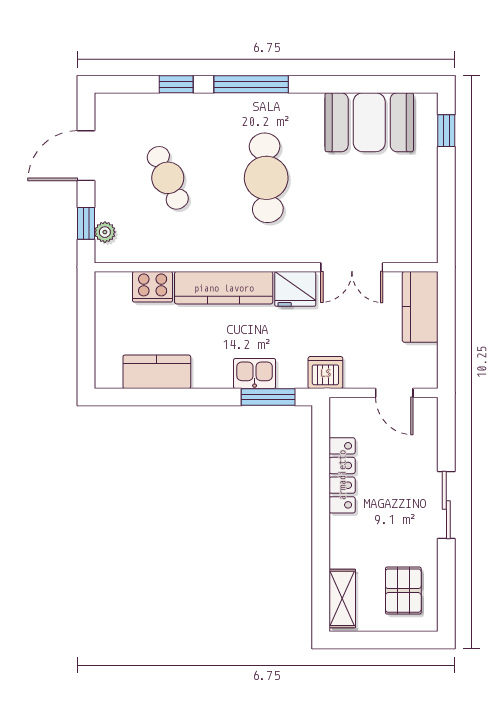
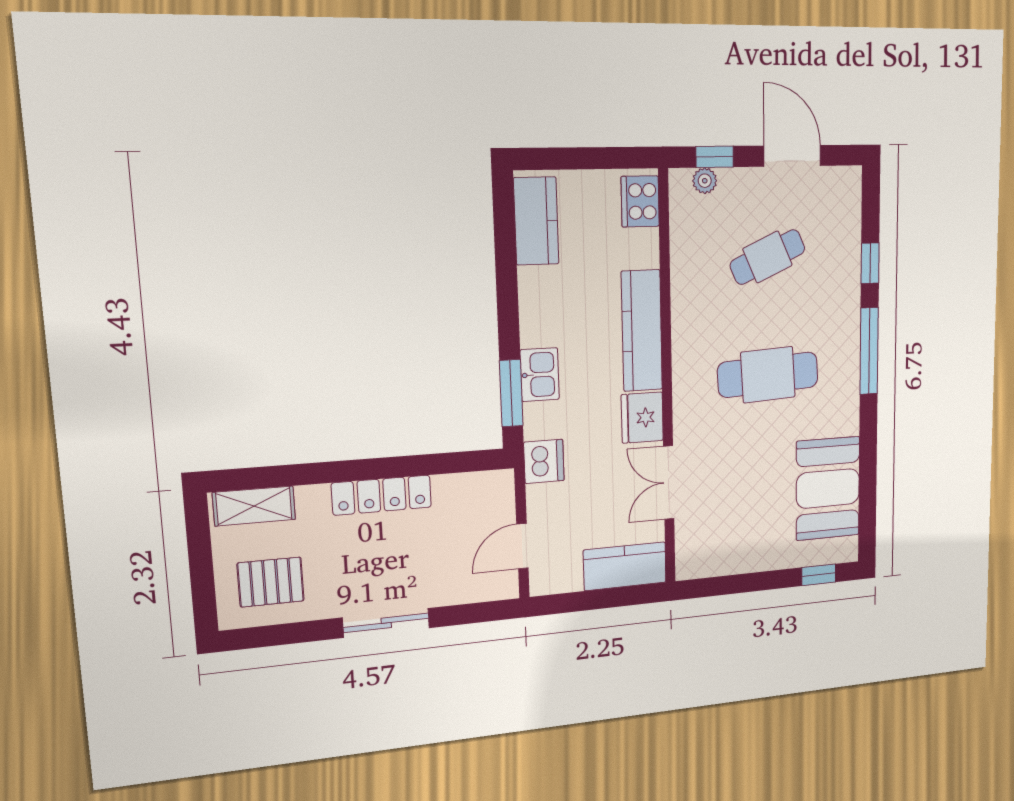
cooker: (153, 287) -> (640, 201), moved
kitchen counter: (157, 372) -> (536, 221), moved
locker: (342, 475) -> (382, 495), moved

